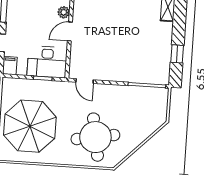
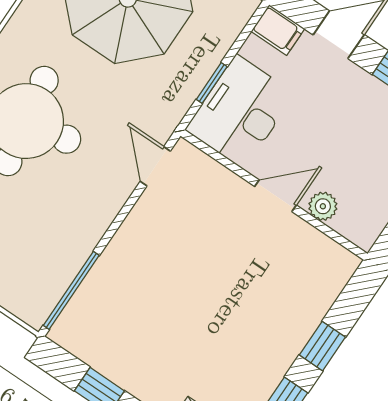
door: (70, 32) -> (276, 196), hinge flipped
door: (85, 81) -> (155, 166), hinge flipped

